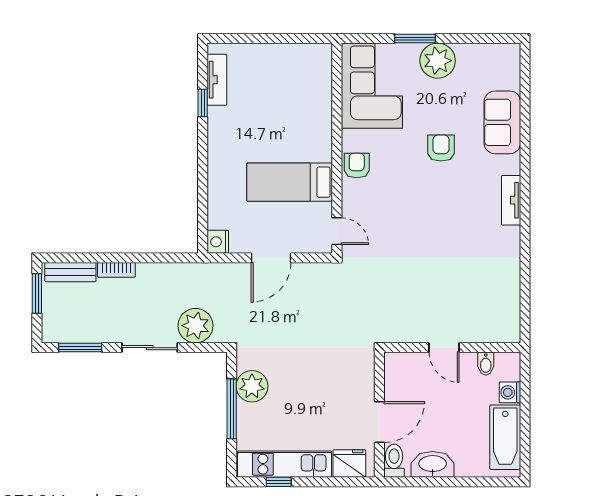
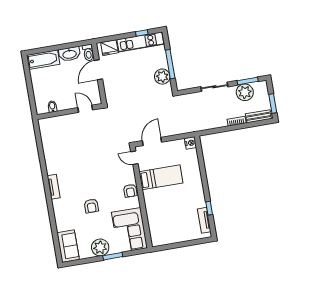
sofa: (502, 122) -> (68, 246), moved
door: (271, 258) -> (152, 141), moved
plant: (196, 326) -> (245, 92), moved
door: (444, 348) -> (85, 109), moved
washing machine: (510, 392) -> (38, 95), removed
bathtub: (505, 437) -> (43, 60), moved, turned 90

